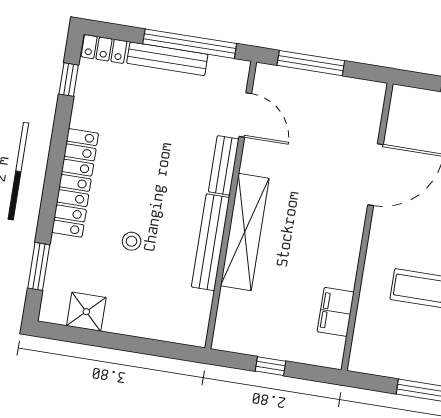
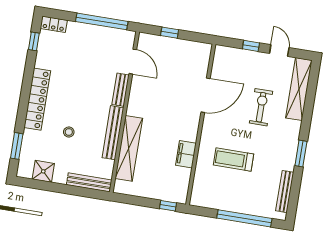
bench: (167, 59) -> (89, 182), moved
window: (311, 63) -> (170, 33), width x0.46
shelving: (245, 232) -> (129, 148), moved
filing cabinet: (336, 312) -> (186, 154), moved
window: (271, 366) -> (168, 206), moved

